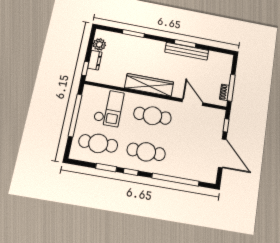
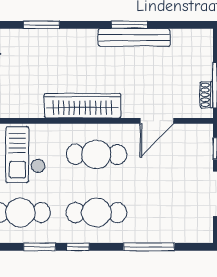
door: (192, 102) -> (157, 121), swing flipped
checkout: (109, 108) -> (25, 155), turned 180
window: (175, 180) -> (149, 247), width x0.68

